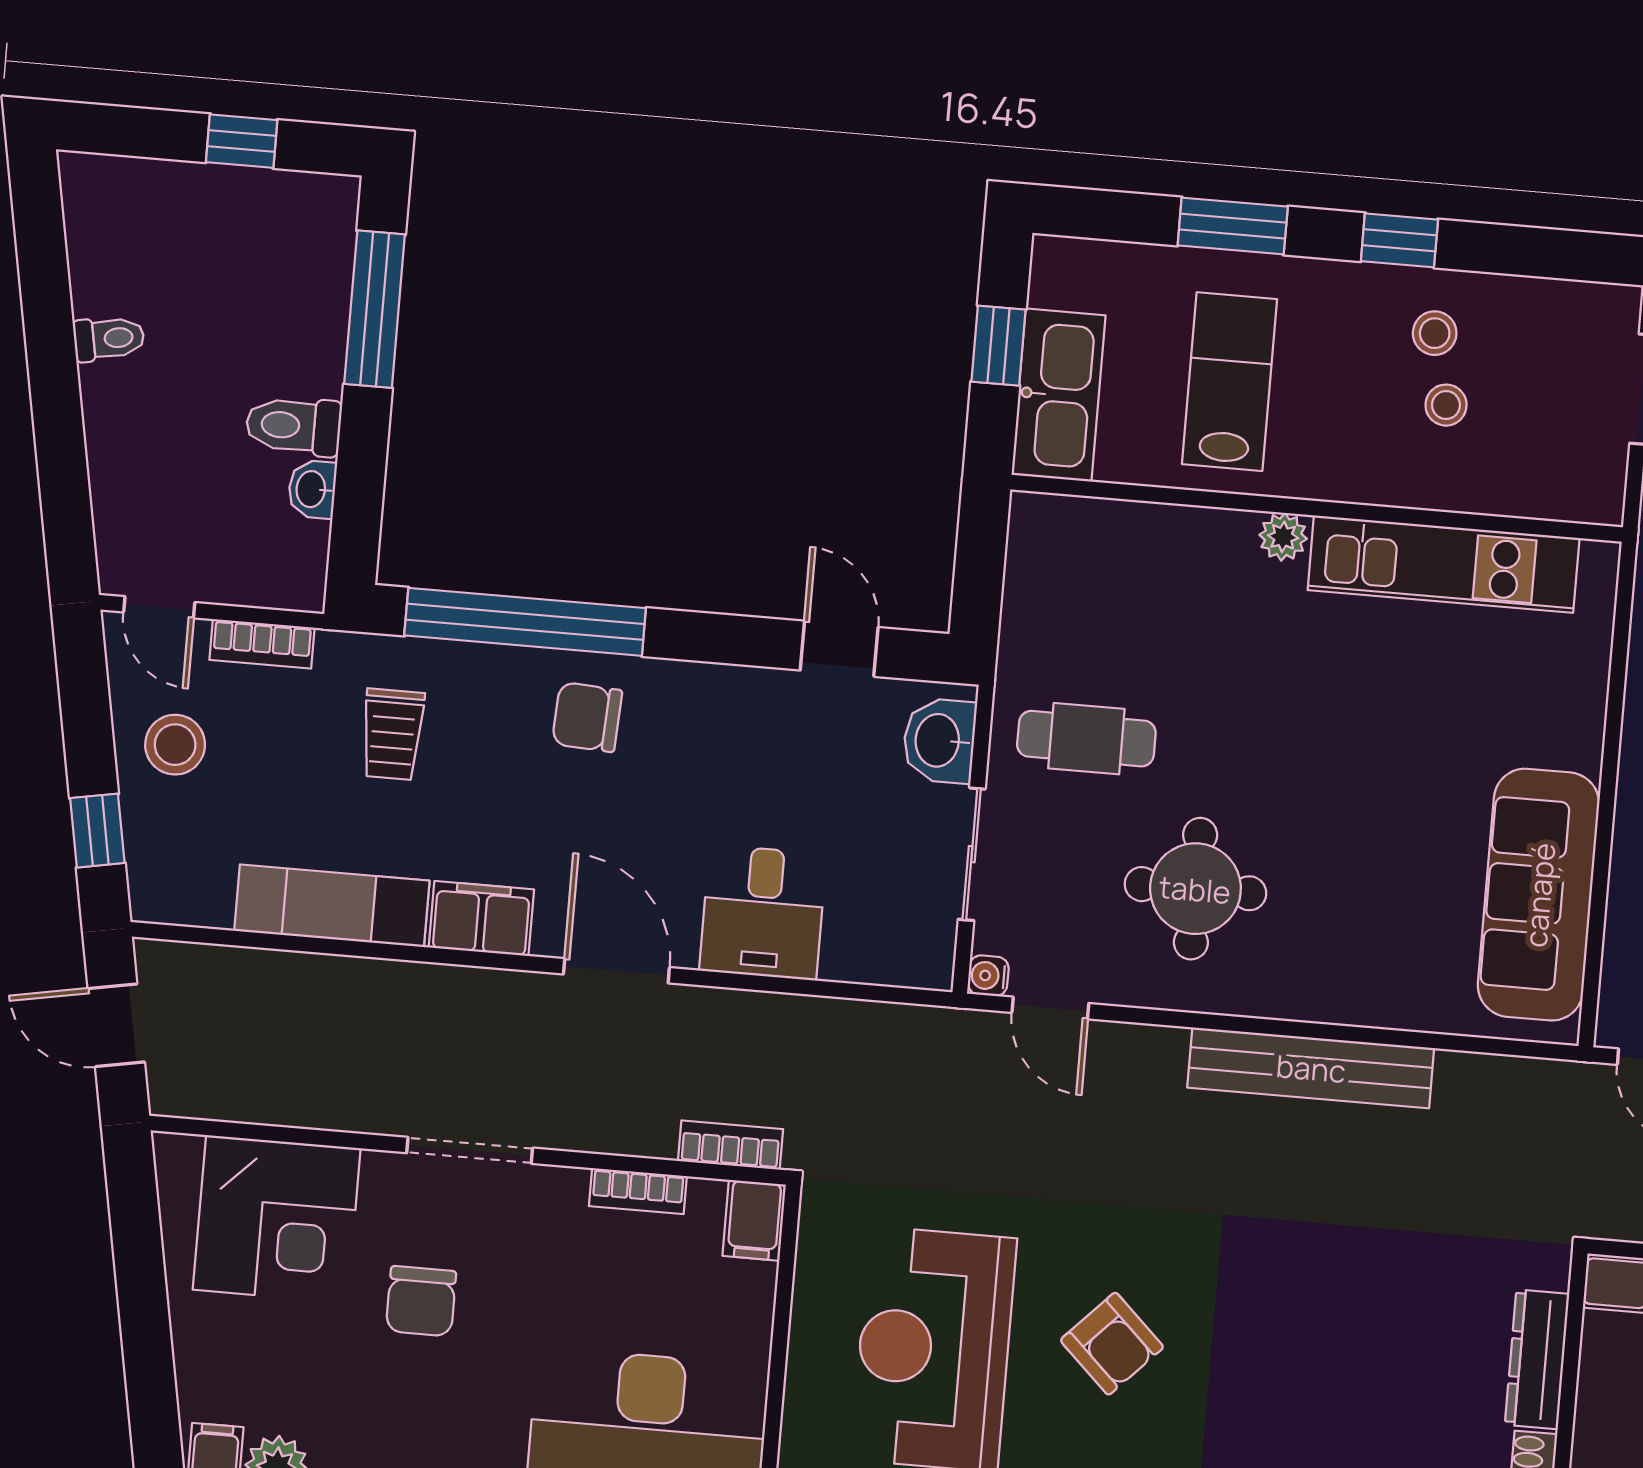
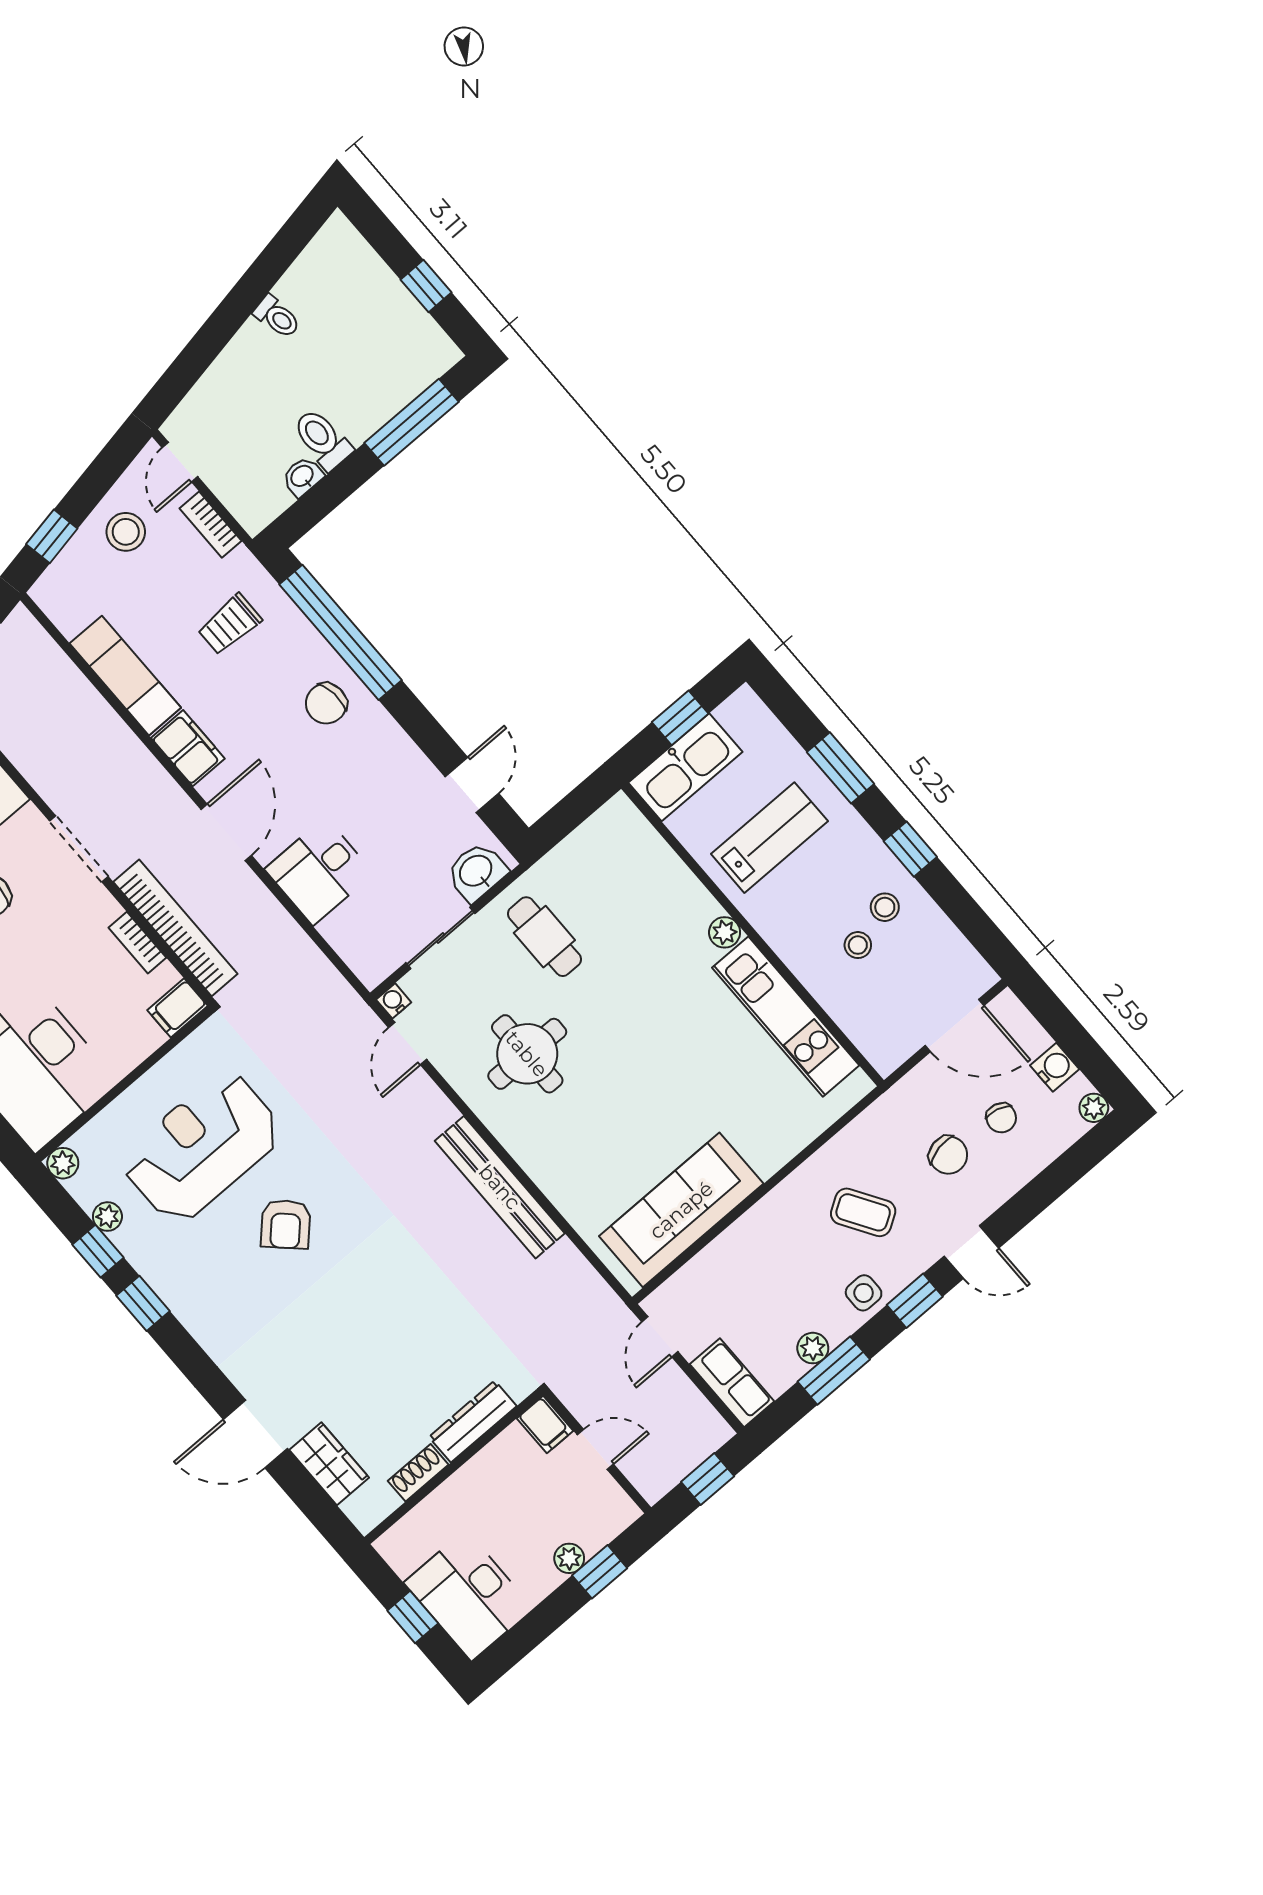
chair: (587, 717) -> (326, 703), turned -99
bookcase: (731, 1145) -> (175, 928), width x2.31, depth x1.31

